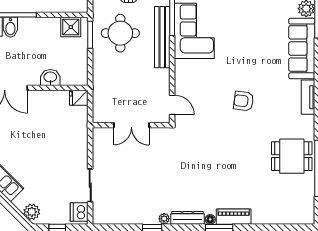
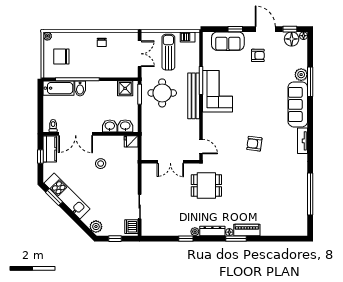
washbasin: (71, 77) -> (125, 126), added
stool: (38, 128) -> (101, 164), added
dining table: (292, 156) -> (206, 186), moved

